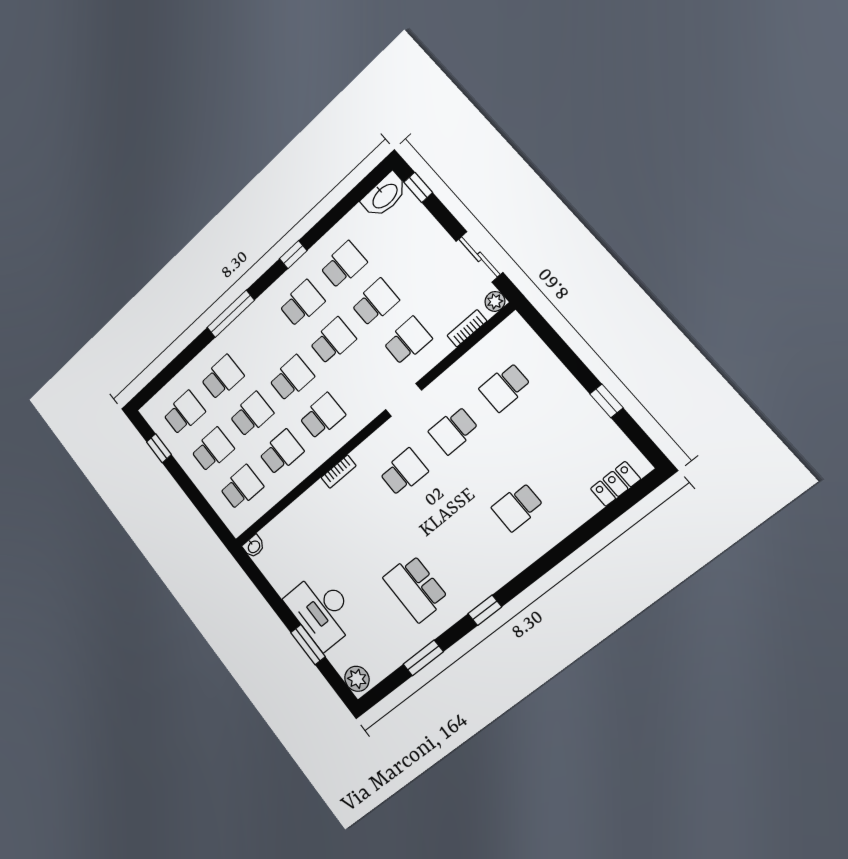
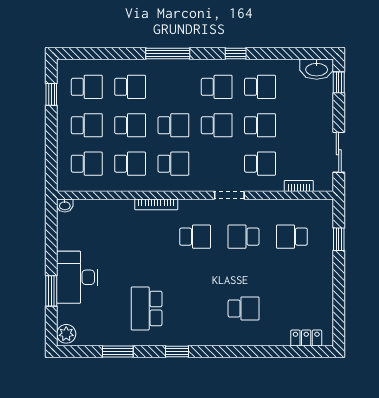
plant: (495, 301) -> (326, 185), removed
window: (606, 401) -> (339, 239), moved
bookcase: (339, 472) -> (156, 204), width x1.56
school desk: (518, 507) -> (244, 308), turned 180

